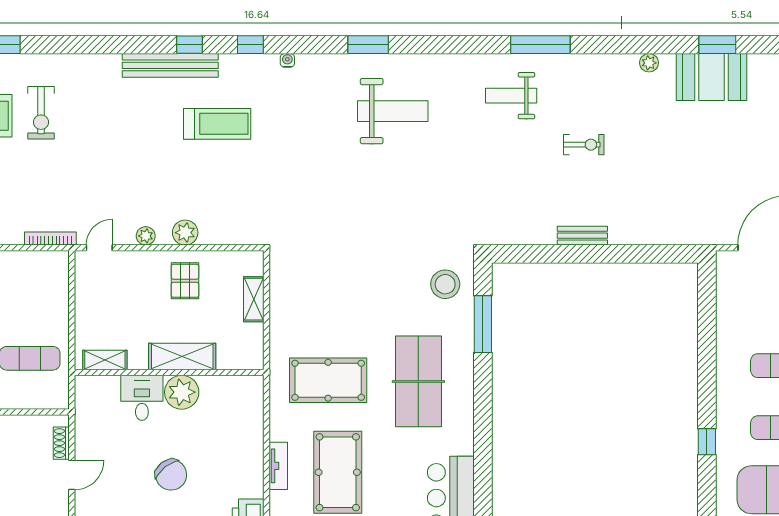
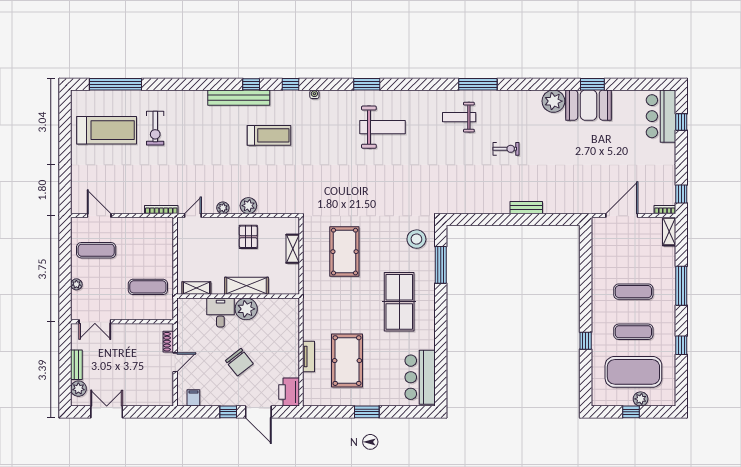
plant: (649, 63) -> (553, 101), width x1.87, depth x1.87
bench: (582, 236) -> (526, 208), moved
pool table: (328, 380) -> (344, 252), moved, turned 90

